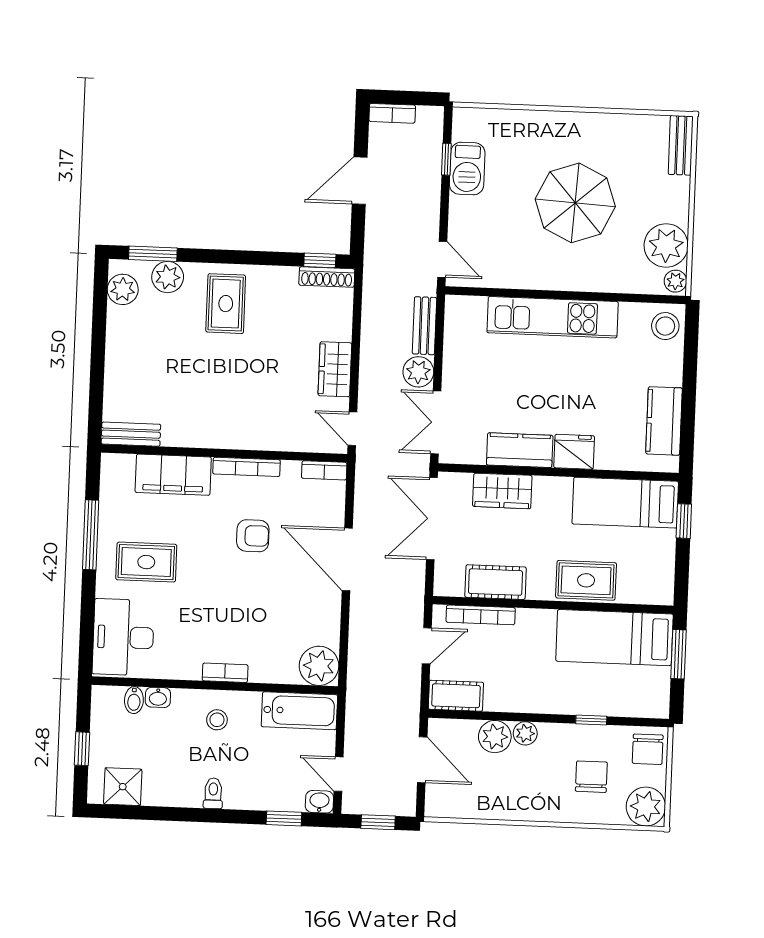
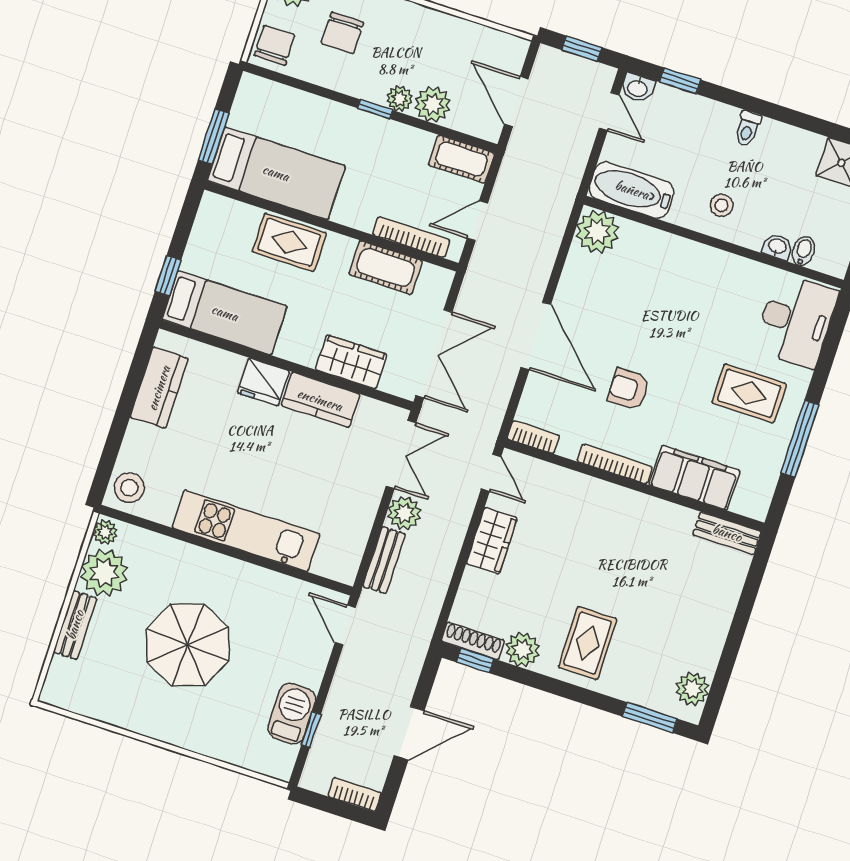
bench: (681, 145) -> (75, 625), moved
plant: (168, 277) -> (523, 650), moved
bookcase: (225, 673) -> (699, 253), removed
window: (591, 720) -> (375, 109), moved

